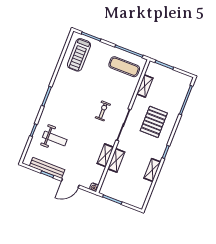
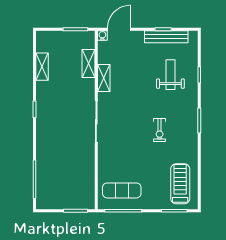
shelving: (145, 86) -> (89, 177), removed
exercise bike: (103, 111) -> (160, 130), moved
pallet: (154, 122) -> (62, 139), removed
weight bench: (55, 139) -> (170, 75), turned 90
shelving: (116, 160) -> (89, 64), moved
shelving: (152, 170) -> (42, 67), moved
door: (70, 183) -> (119, 29), moved

